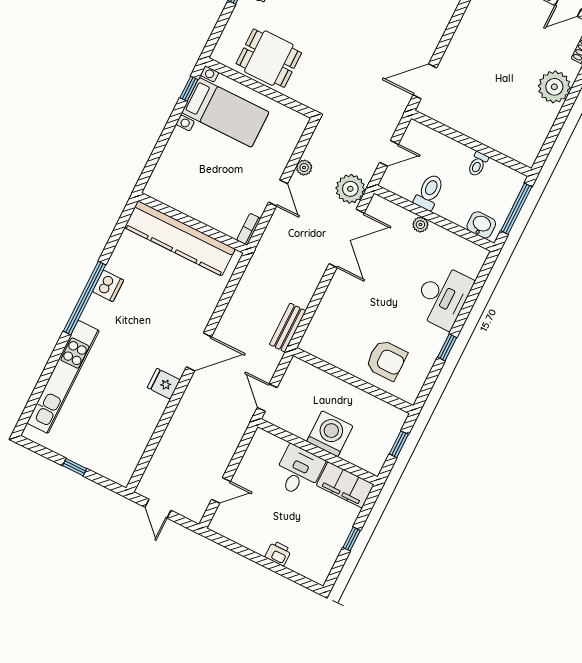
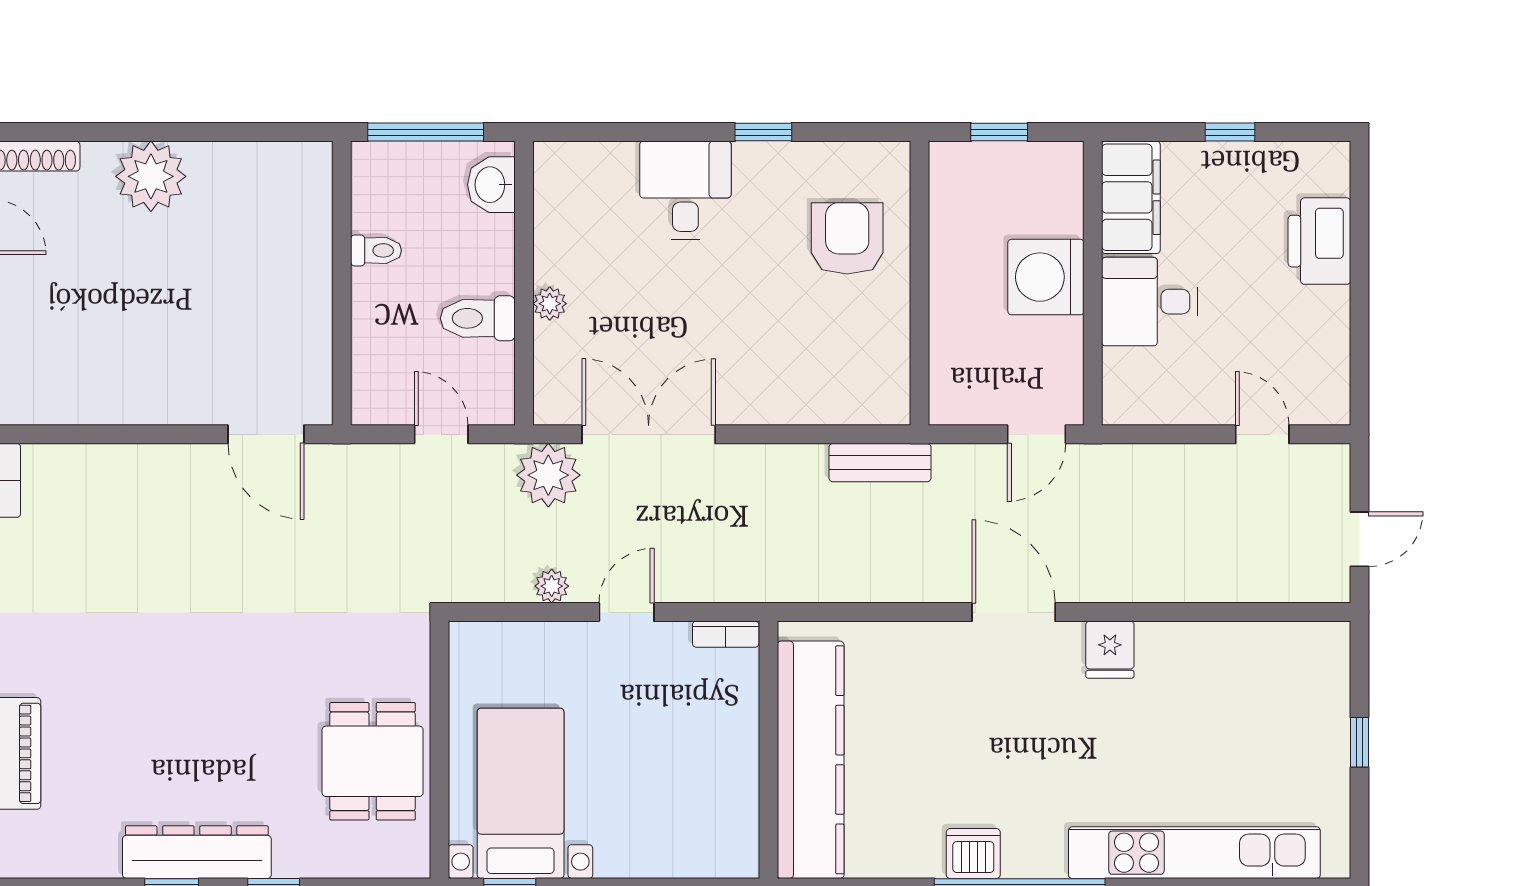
desk: (443, 296) -> (685, 190), width x0.73
printer: (278, 553) -> (1319, 241), width x1.87, depth x1.48

